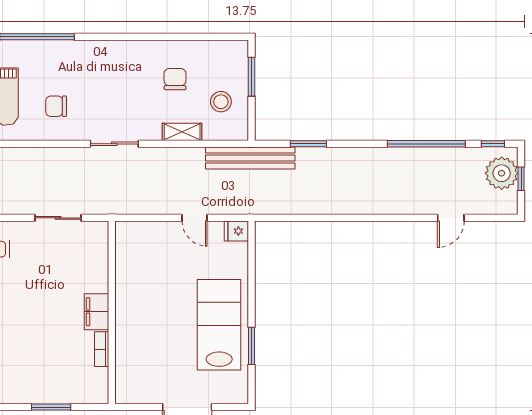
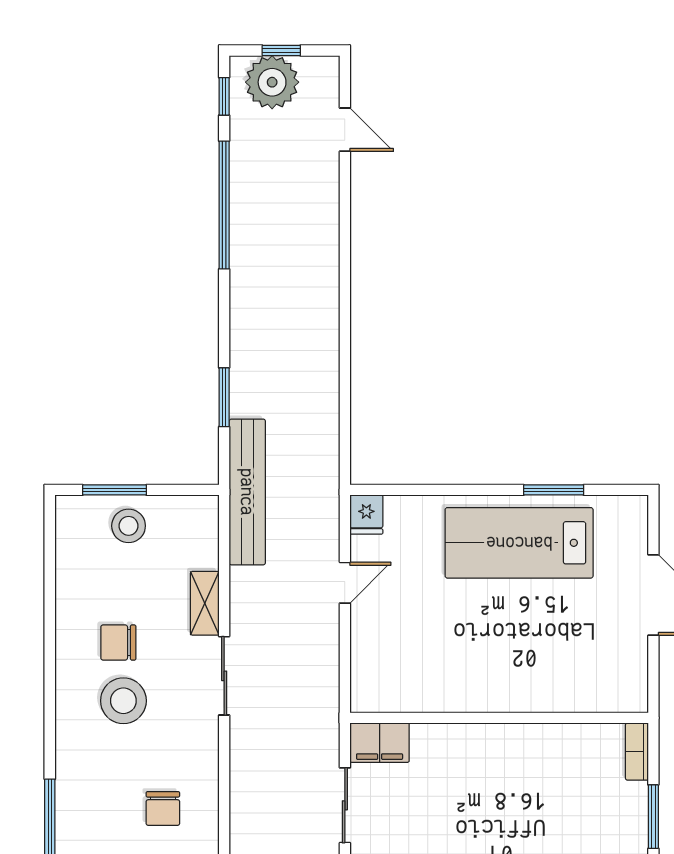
chair: (175, 79) -> (118, 643), moved
stool: (122, 82) -> (123, 701), added
stool: (221, 102) -> (129, 526), moved
sliding door: (114, 144) -> (224, 676), moved
door: (451, 218) -> (345, 130), moved
filing cabinet: (96, 312) -> (380, 743), moved
bookcase: (102, 349) -> (637, 752), moved, turned 90

